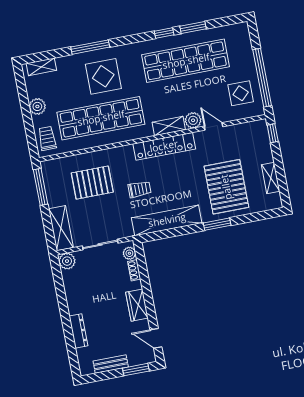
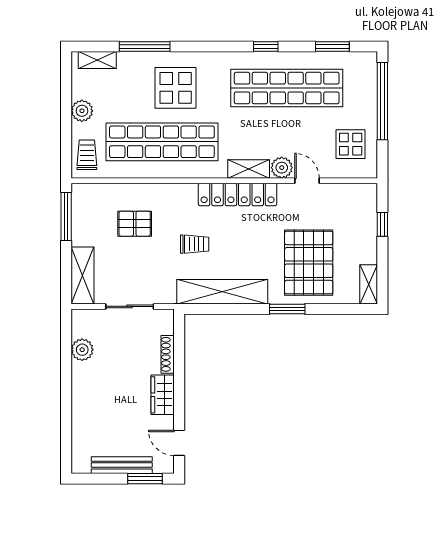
window: (193, 28) -> (332, 46), moved
window: (90, 47) -> (145, 46), moved
window: (262, 78) -> (382, 101), moved
window: (273, 133) -> (382, 224), moved
shelving: (271, 178) -> (369, 284), moved
pallet: (92, 183) -> (135, 224), width x0.67, depth x0.71
plant: (129, 253) -> (166, 325), removed
plant: (67, 261) -> (82, 350), moved
shoe rack: (134, 270) -> (168, 354), width x1.43
dresser: (78, 331) -> (80, 414), removed
bench: (111, 364) -> (122, 465), width x1.36

